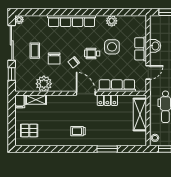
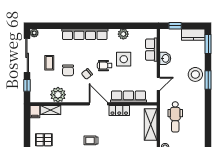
row of seats: (141, 49) -> (151, 50), moved

